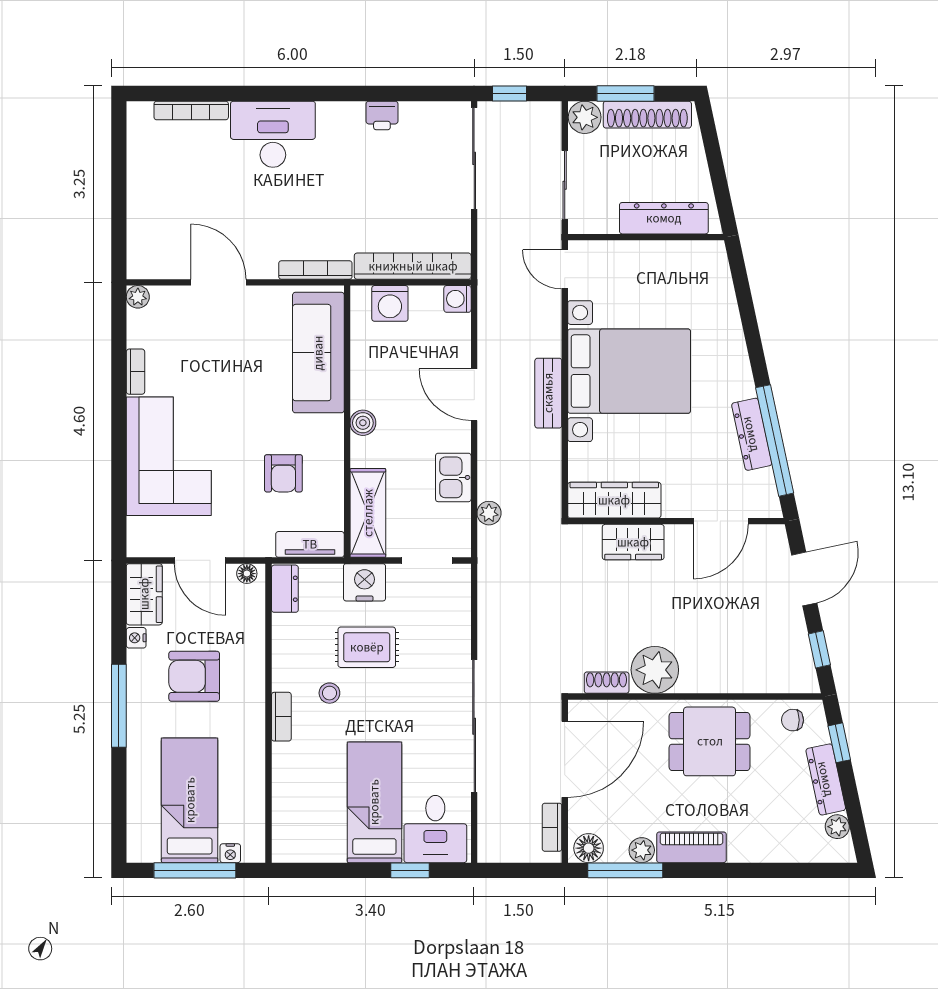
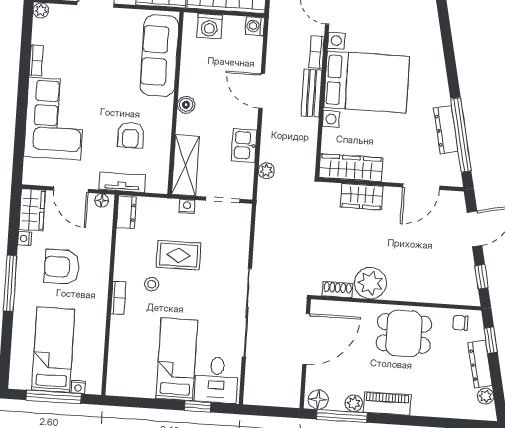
tv unit: (310, 544) -> (122, 182), moved
nightstand: (364, 582) -> (187, 206), width x0.53, depth x0.56
bookcase: (552, 827) -> (317, 52), moved

